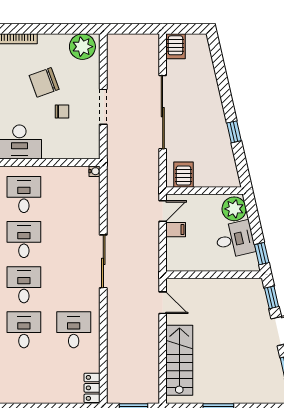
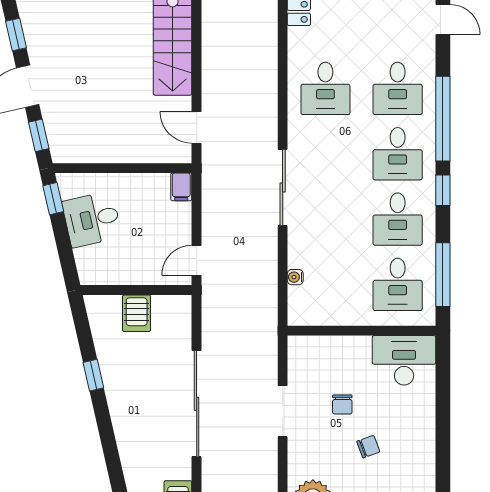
chair: (44, 82) -> (368, 447), width x0.54, depth x0.54
chair: (62, 112) -> (342, 404), turned -90
water cooler: (95, 171) -> (295, 277), moved
server rack: (184, 175) -> (137, 313), moved
plant: (234, 209) -> (93, 264), removed
filing cabinet: (176, 230) -> (181, 187), moved, turned -90

